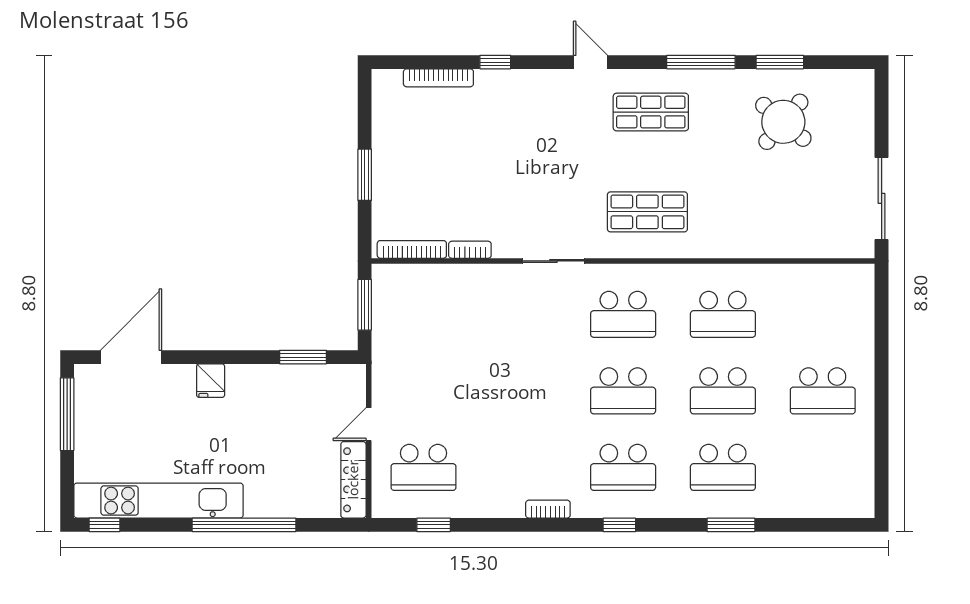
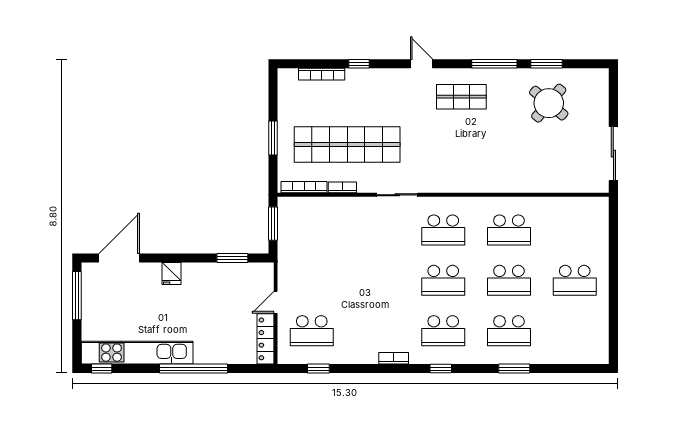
shop shelf: (647, 212) -> (347, 145), moved, width x2.00, depth x1.36

